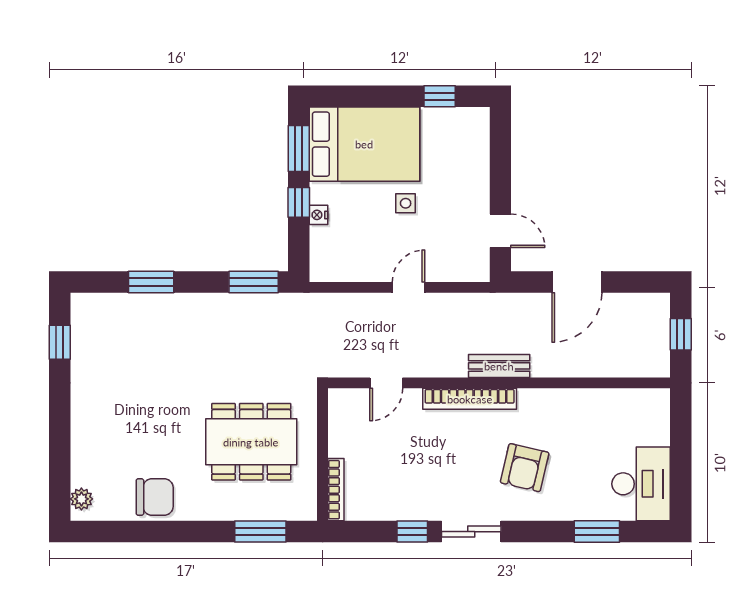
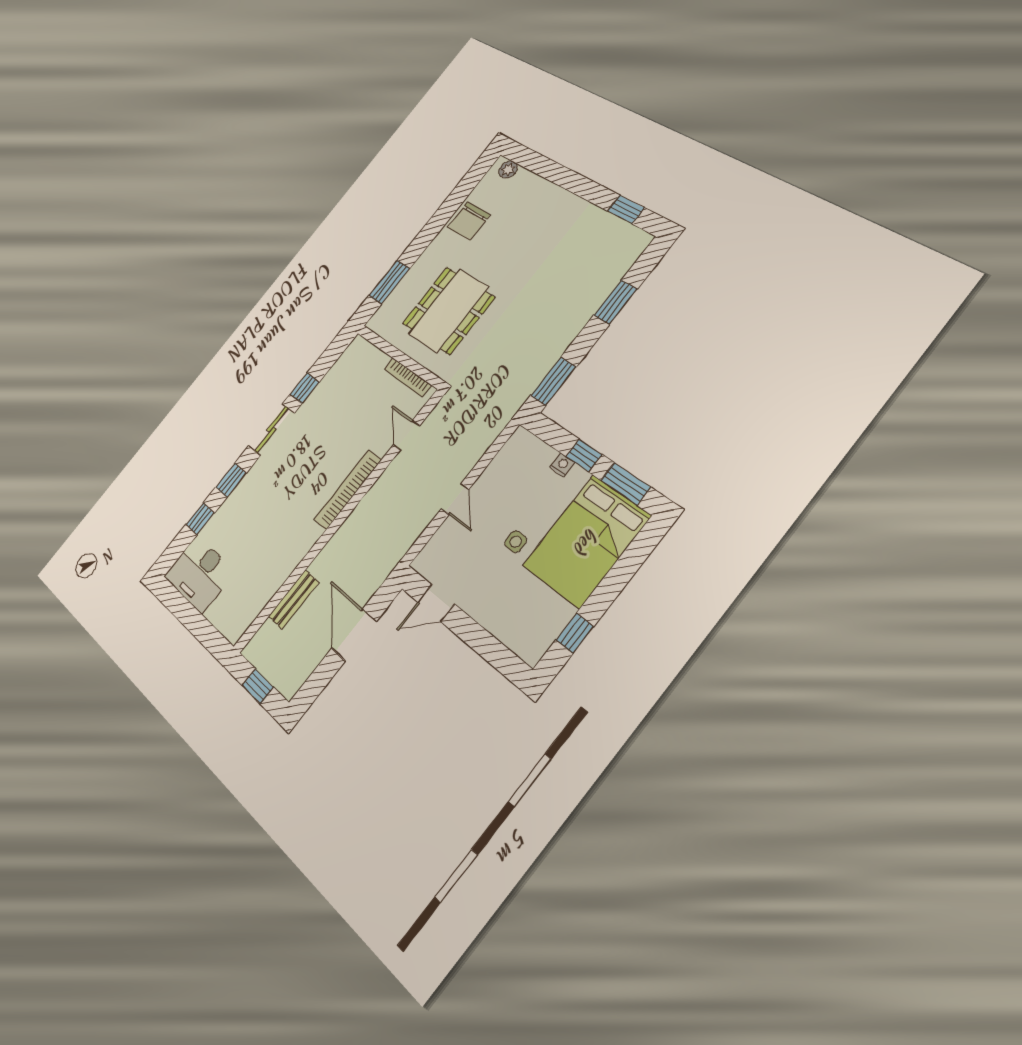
bench: (499, 366) -> (294, 599), moved
armchair: (525, 468) -> (276, 497), removed
bookcase: (336, 490) -> (408, 377), moved
window: (543, 532) -> (231, 480), added
window: (597, 532) -> (200, 519), width x0.67

